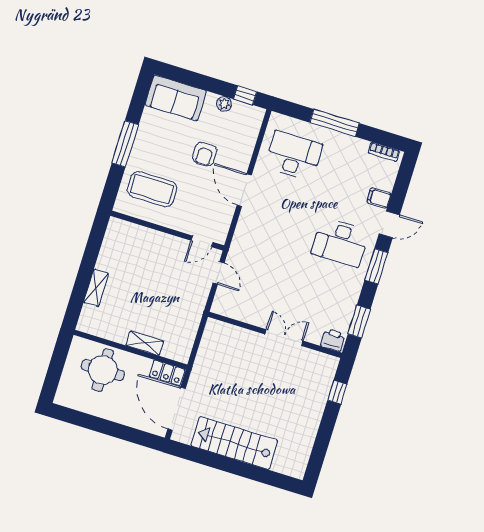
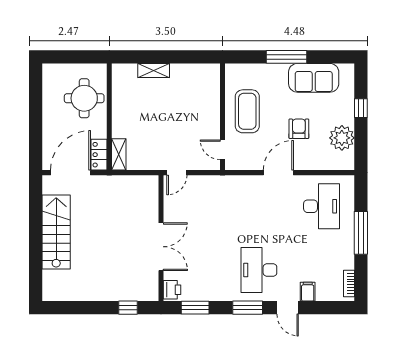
window: (245, 95) -> (361, 108), moved
sofa: (176, 98) -> (314, 78), moved, turned -90
plant: (224, 104) -> (342, 138), width x1.87, depth x1.87
armchair: (205, 154) -> (299, 129), turned 90
coffee table: (152, 189) -> (247, 111), moved
door: (219, 273) -> (177, 173), moved
double door: (284, 338) -> (161, 247), width x1.37
shelving: (145, 343) -> (119, 154), moved

